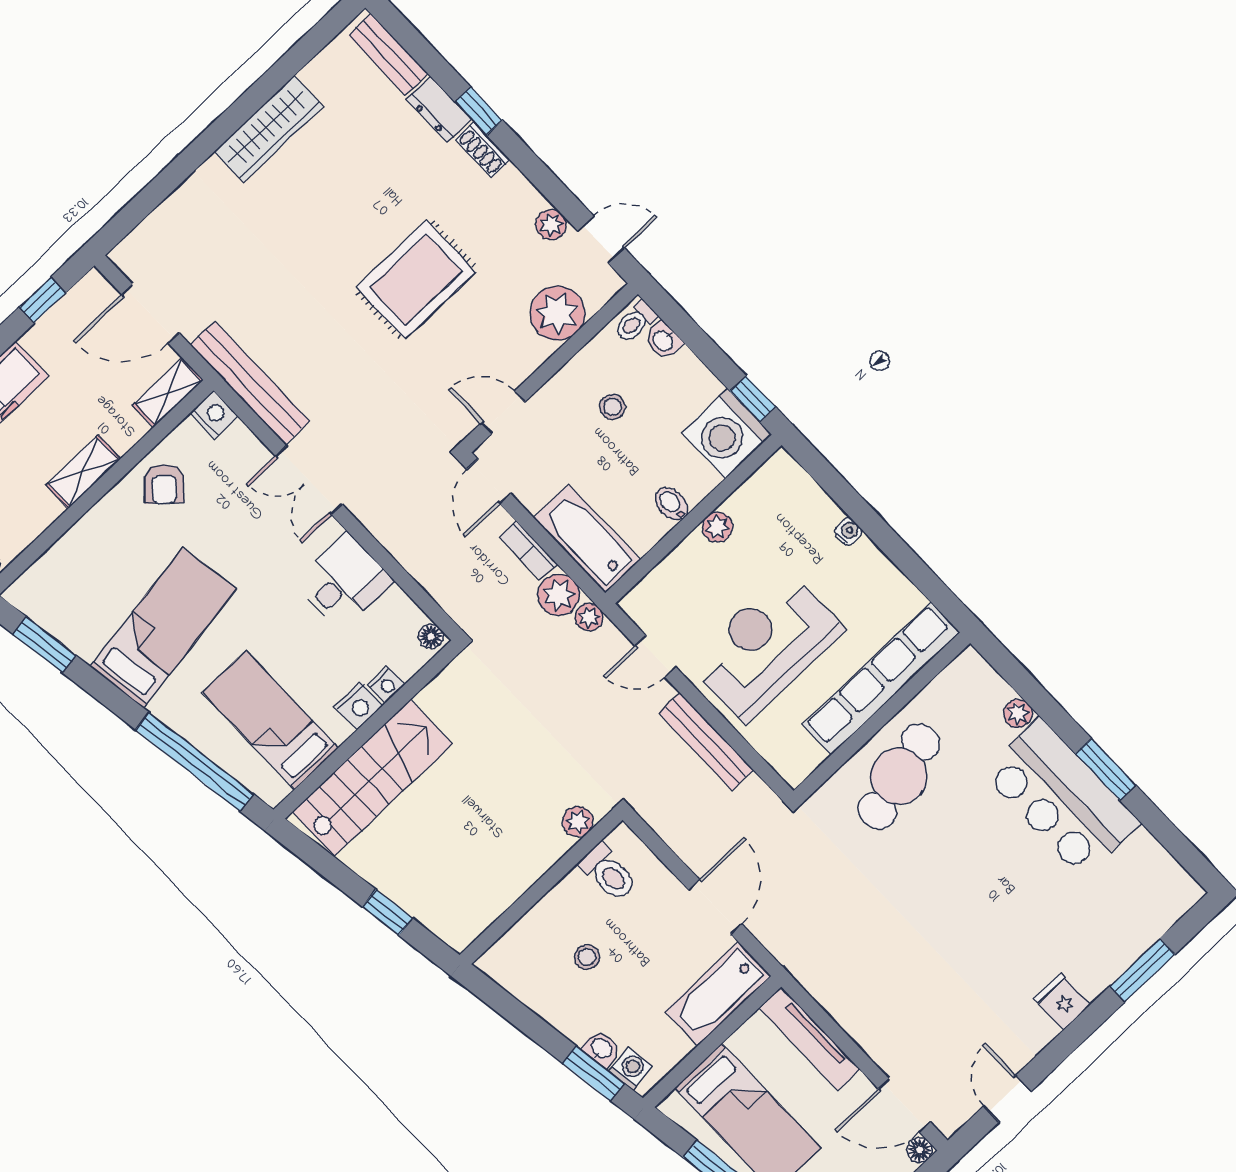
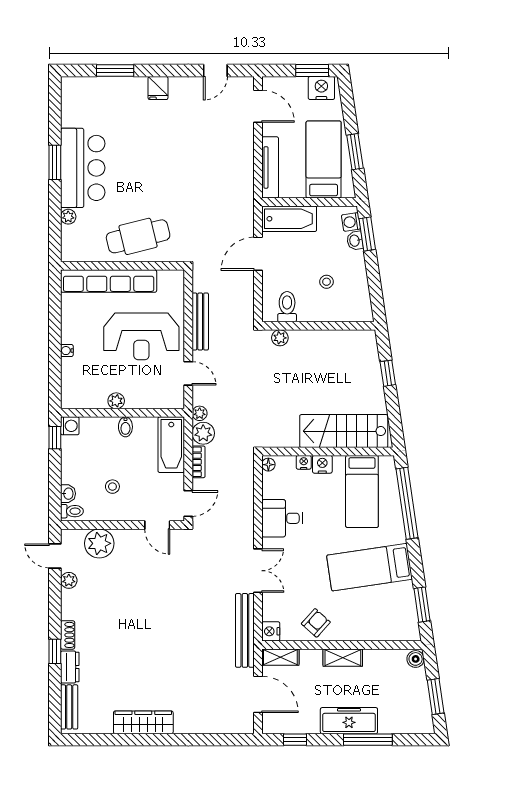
rug: (416, 280) -> (142, 609), removed
washing machine: (727, 433) -> (70, 426), width x0.53, depth x0.53
floor lamp: (920, 1150) -> (269, 83), removed

